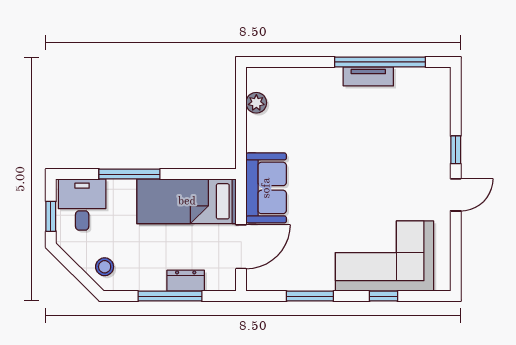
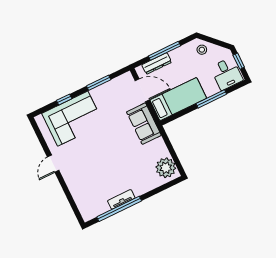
plant: (256, 103) -> (166, 168), width x1.87, depth x1.87
window: (456, 150) -> (63, 185), removed
door: (241, 247) -> (142, 90), swing flipped
dresser: (186, 281) -> (157, 63), width x1.44

